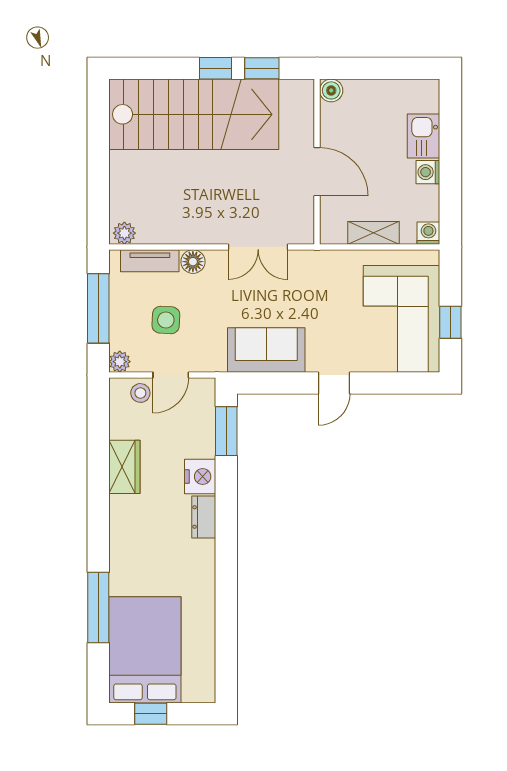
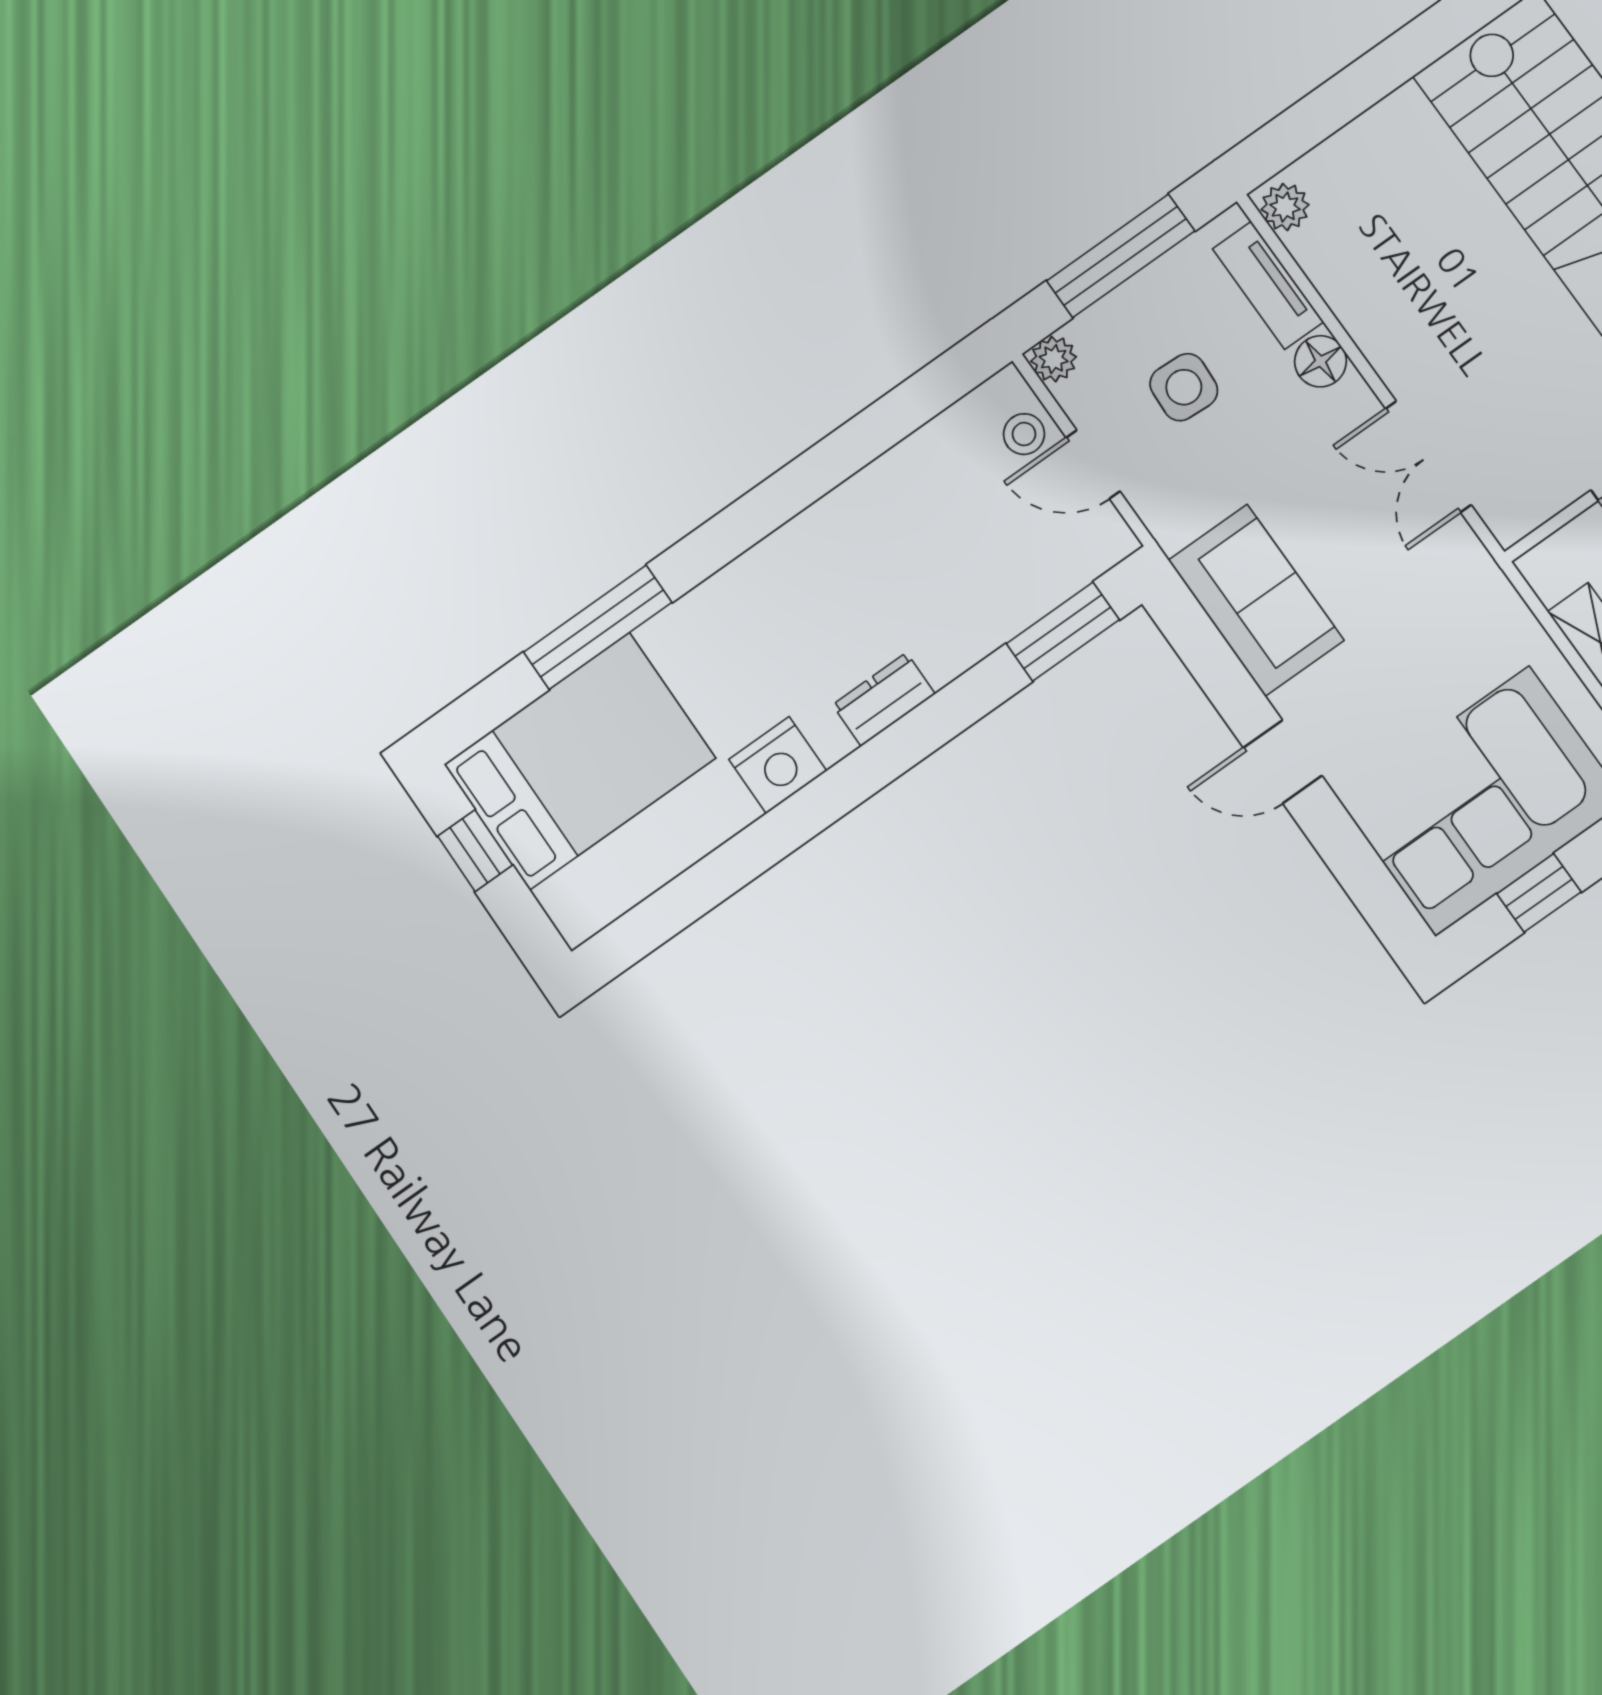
wardrobe: (124, 467) -> (875, 498), removed
nightstand: (200, 477) -> (778, 765), moved

